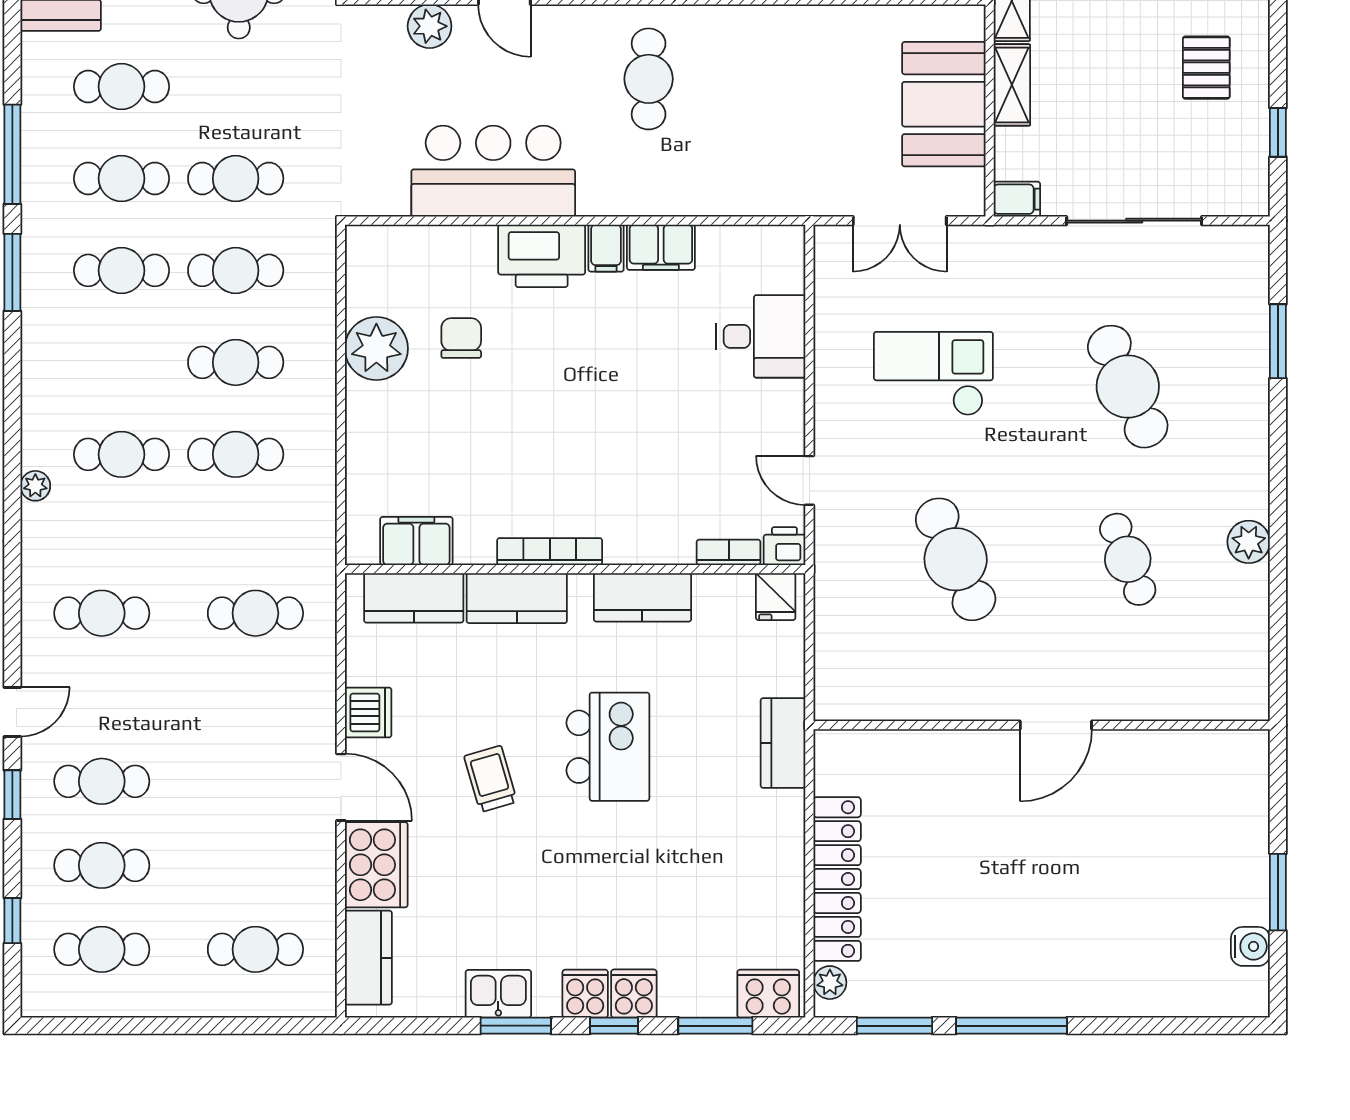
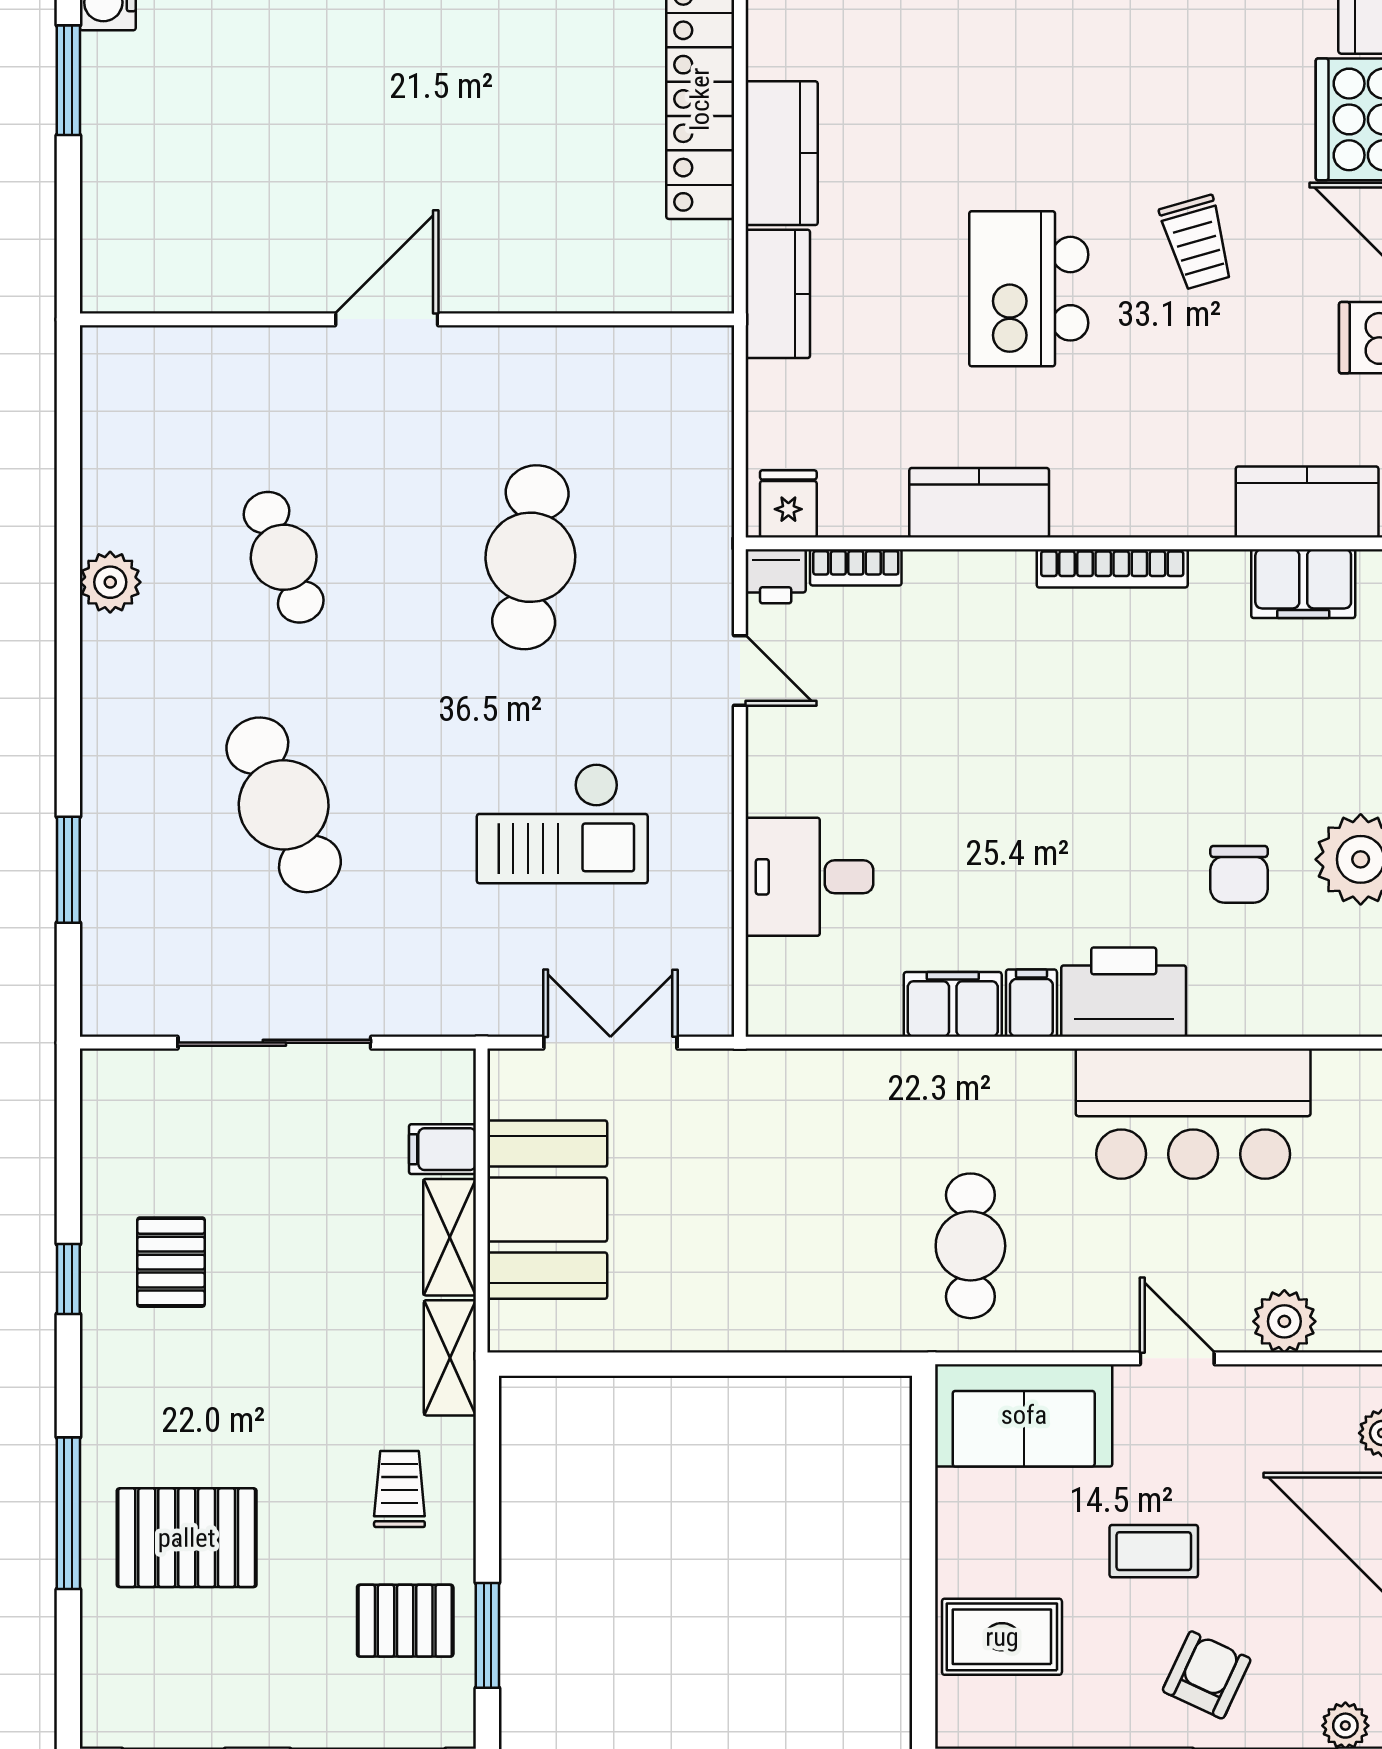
window: (1278, 132) -> (68, 1279), moved
filing cabinet: (1017, 199) -> (443, 1149), moved
cafe table: (956, 559) -> (530, 557), turned 30
kitchen counter: (517, 598) -> (782, 153), moved, turned 90

